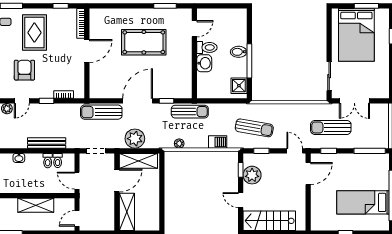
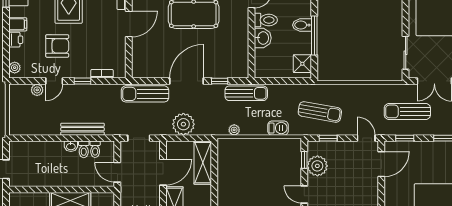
armchair: (24, 70) -> (57, 46), turned 90
washbasin: (19, 158) -> (71, 146), moved
shelving: (138, 161) -> (203, 163), moved, turned 90

